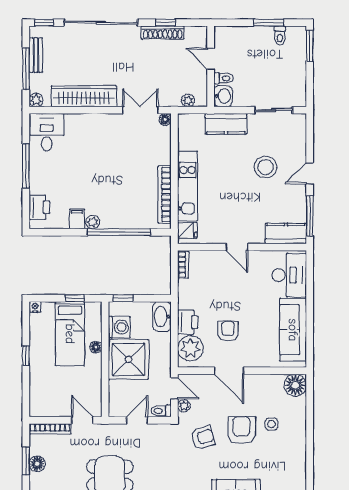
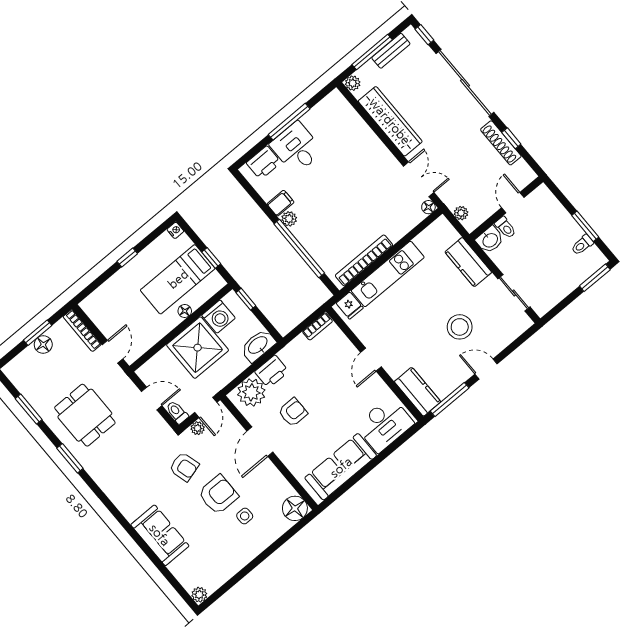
desk: (47, 132) -> (296, 148), moved, turned -90

